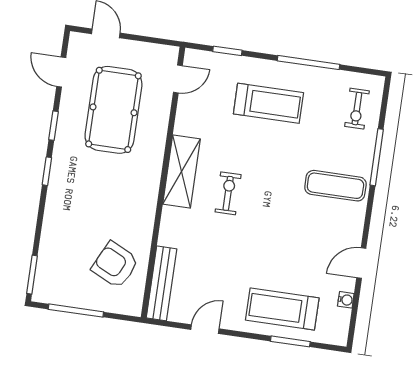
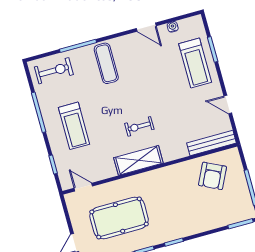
treadmill: (268, 103) -> (74, 126), turned 180
exercise bike: (357, 109) -> (54, 71), width x1.38, depth x1.39

